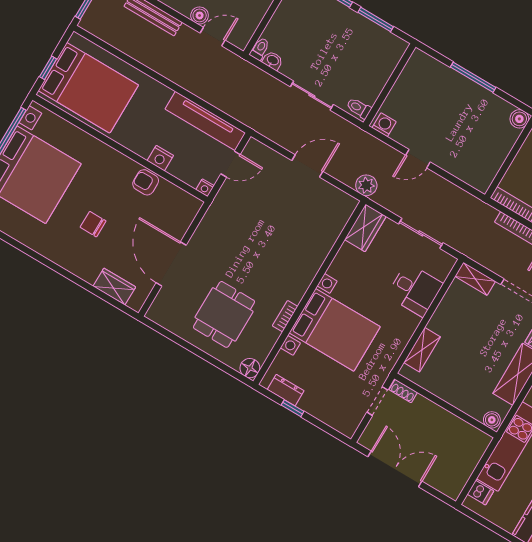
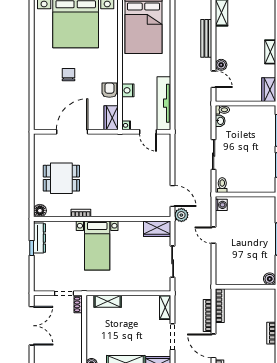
door: (307, 166) -> (173, 196), moved
wardrobe: (114, 287) -> (111, 118), moved, turned 180
desk: (415, 290) -> (139, 277), removed
bed with nightstands: (335, 330) -> (97, 245), width x0.73
dresser: (286, 390) -> (39, 238), width x1.44

